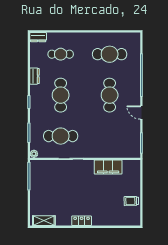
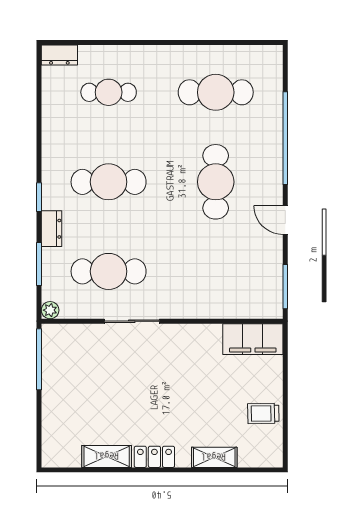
dresser: (35, 76) -> (51, 229), moved
cafe table: (61, 95) -> (109, 182), turned 90
filing cabinet: (108, 167) -> (253, 339), moved
shelving: (44, 221) -> (107, 456), moved
shelving: (109, 221) -> (214, 457), added

